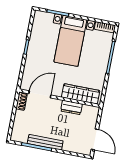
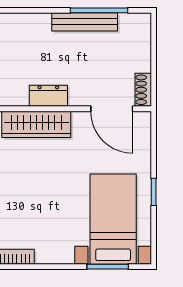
bed with nightstands: (70, 41) -> (113, 219), moved
door: (40, 94) -> (112, 109), hinge flipped

